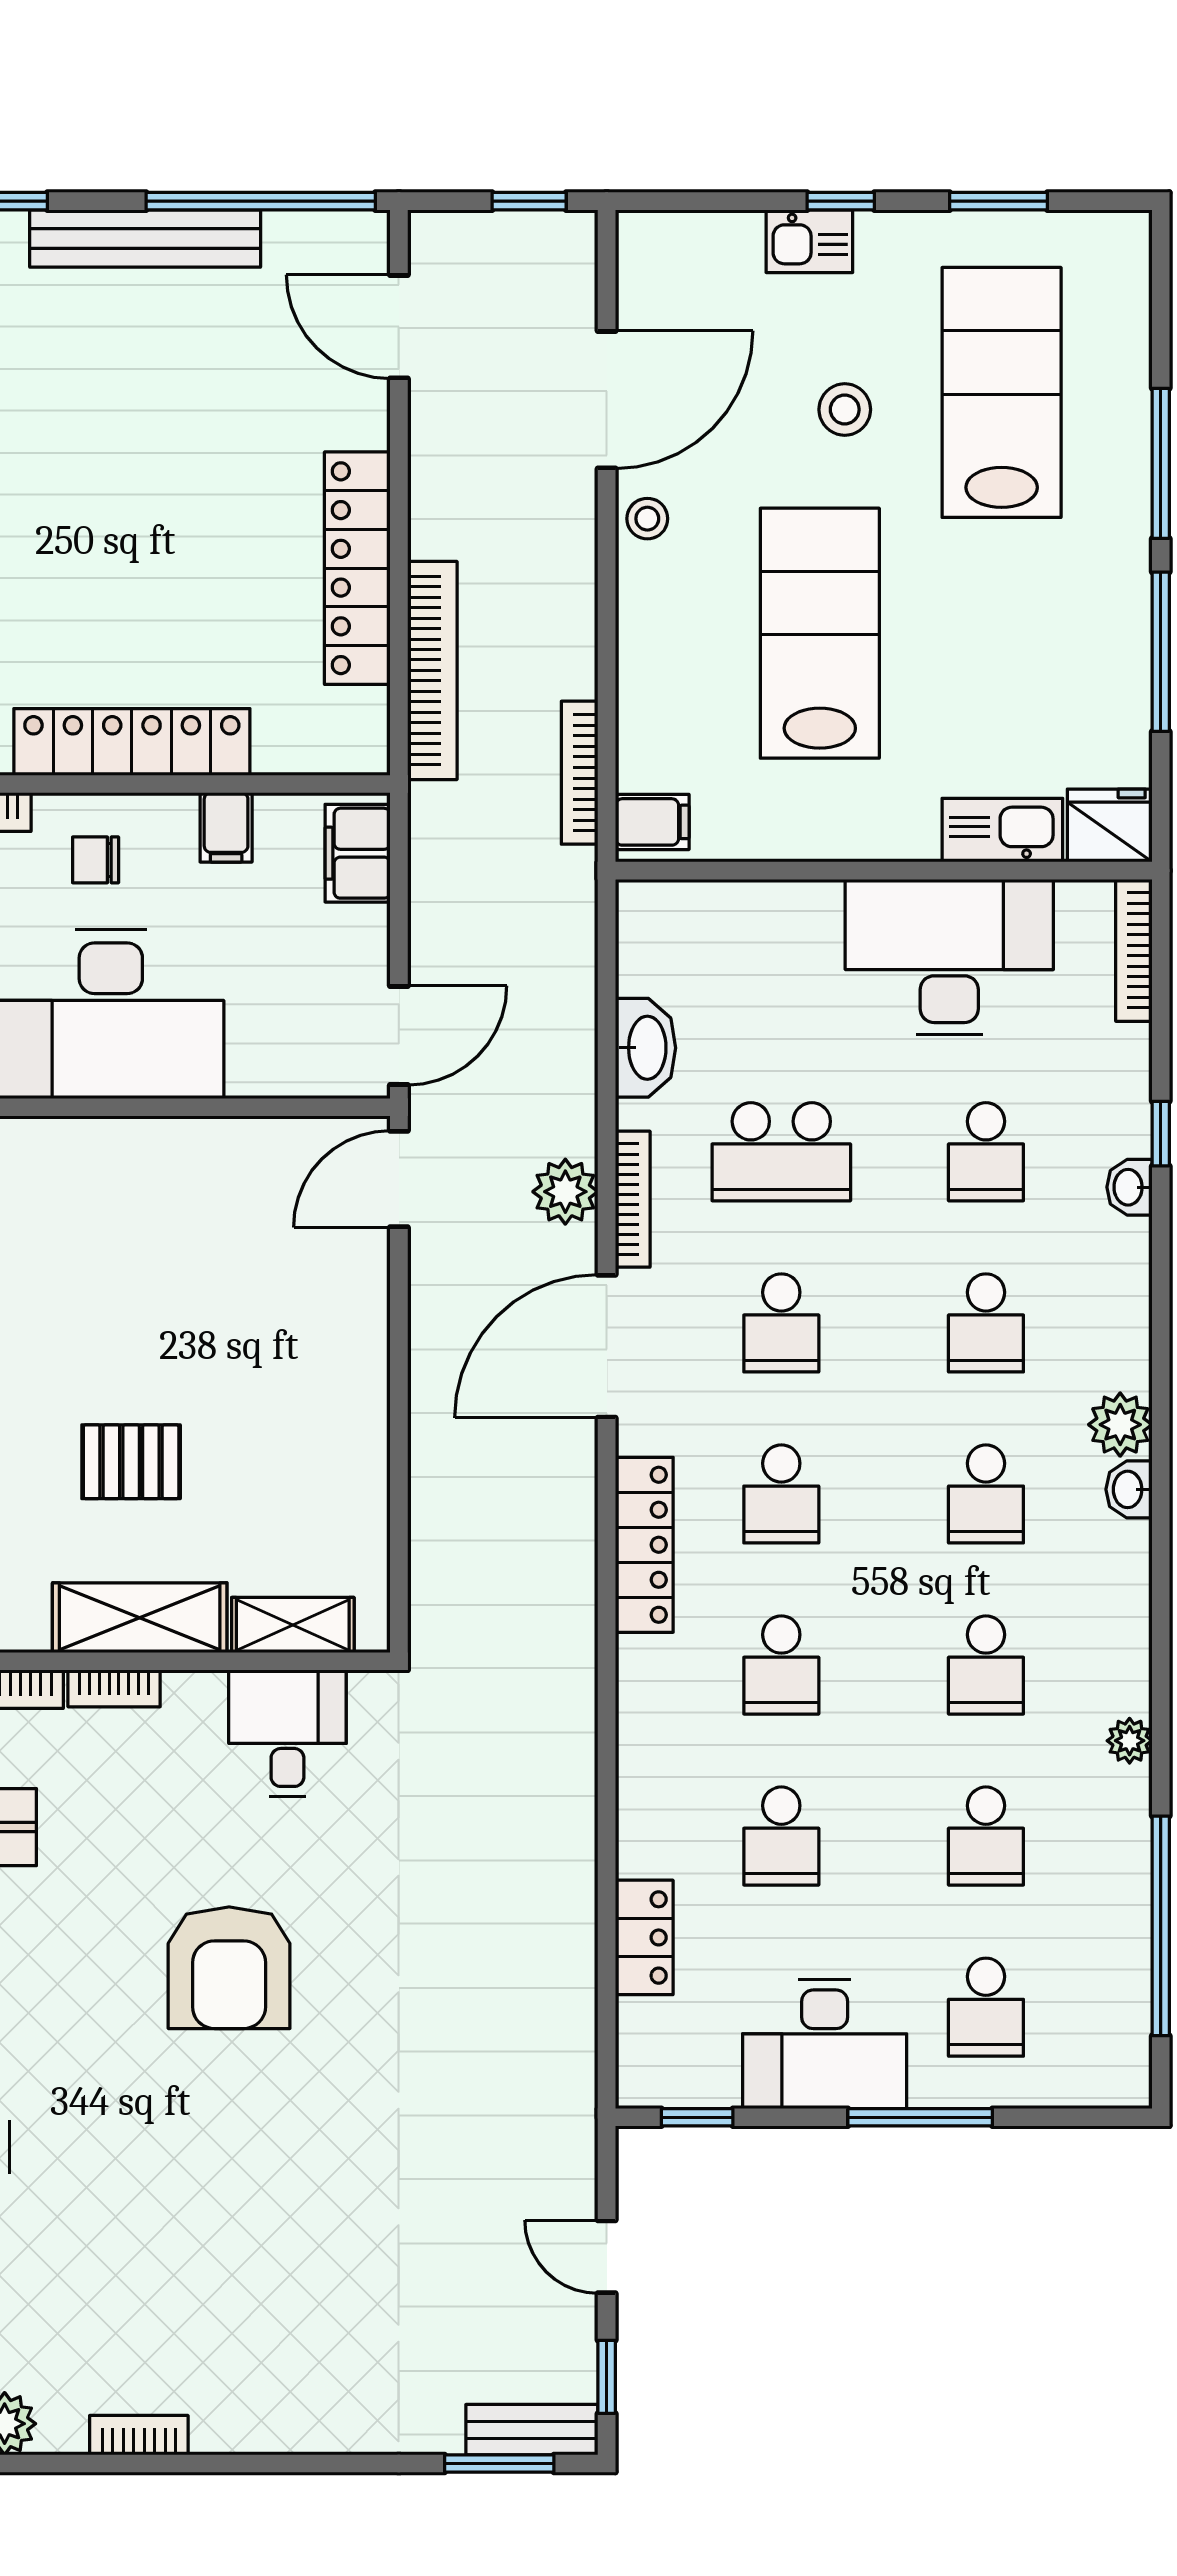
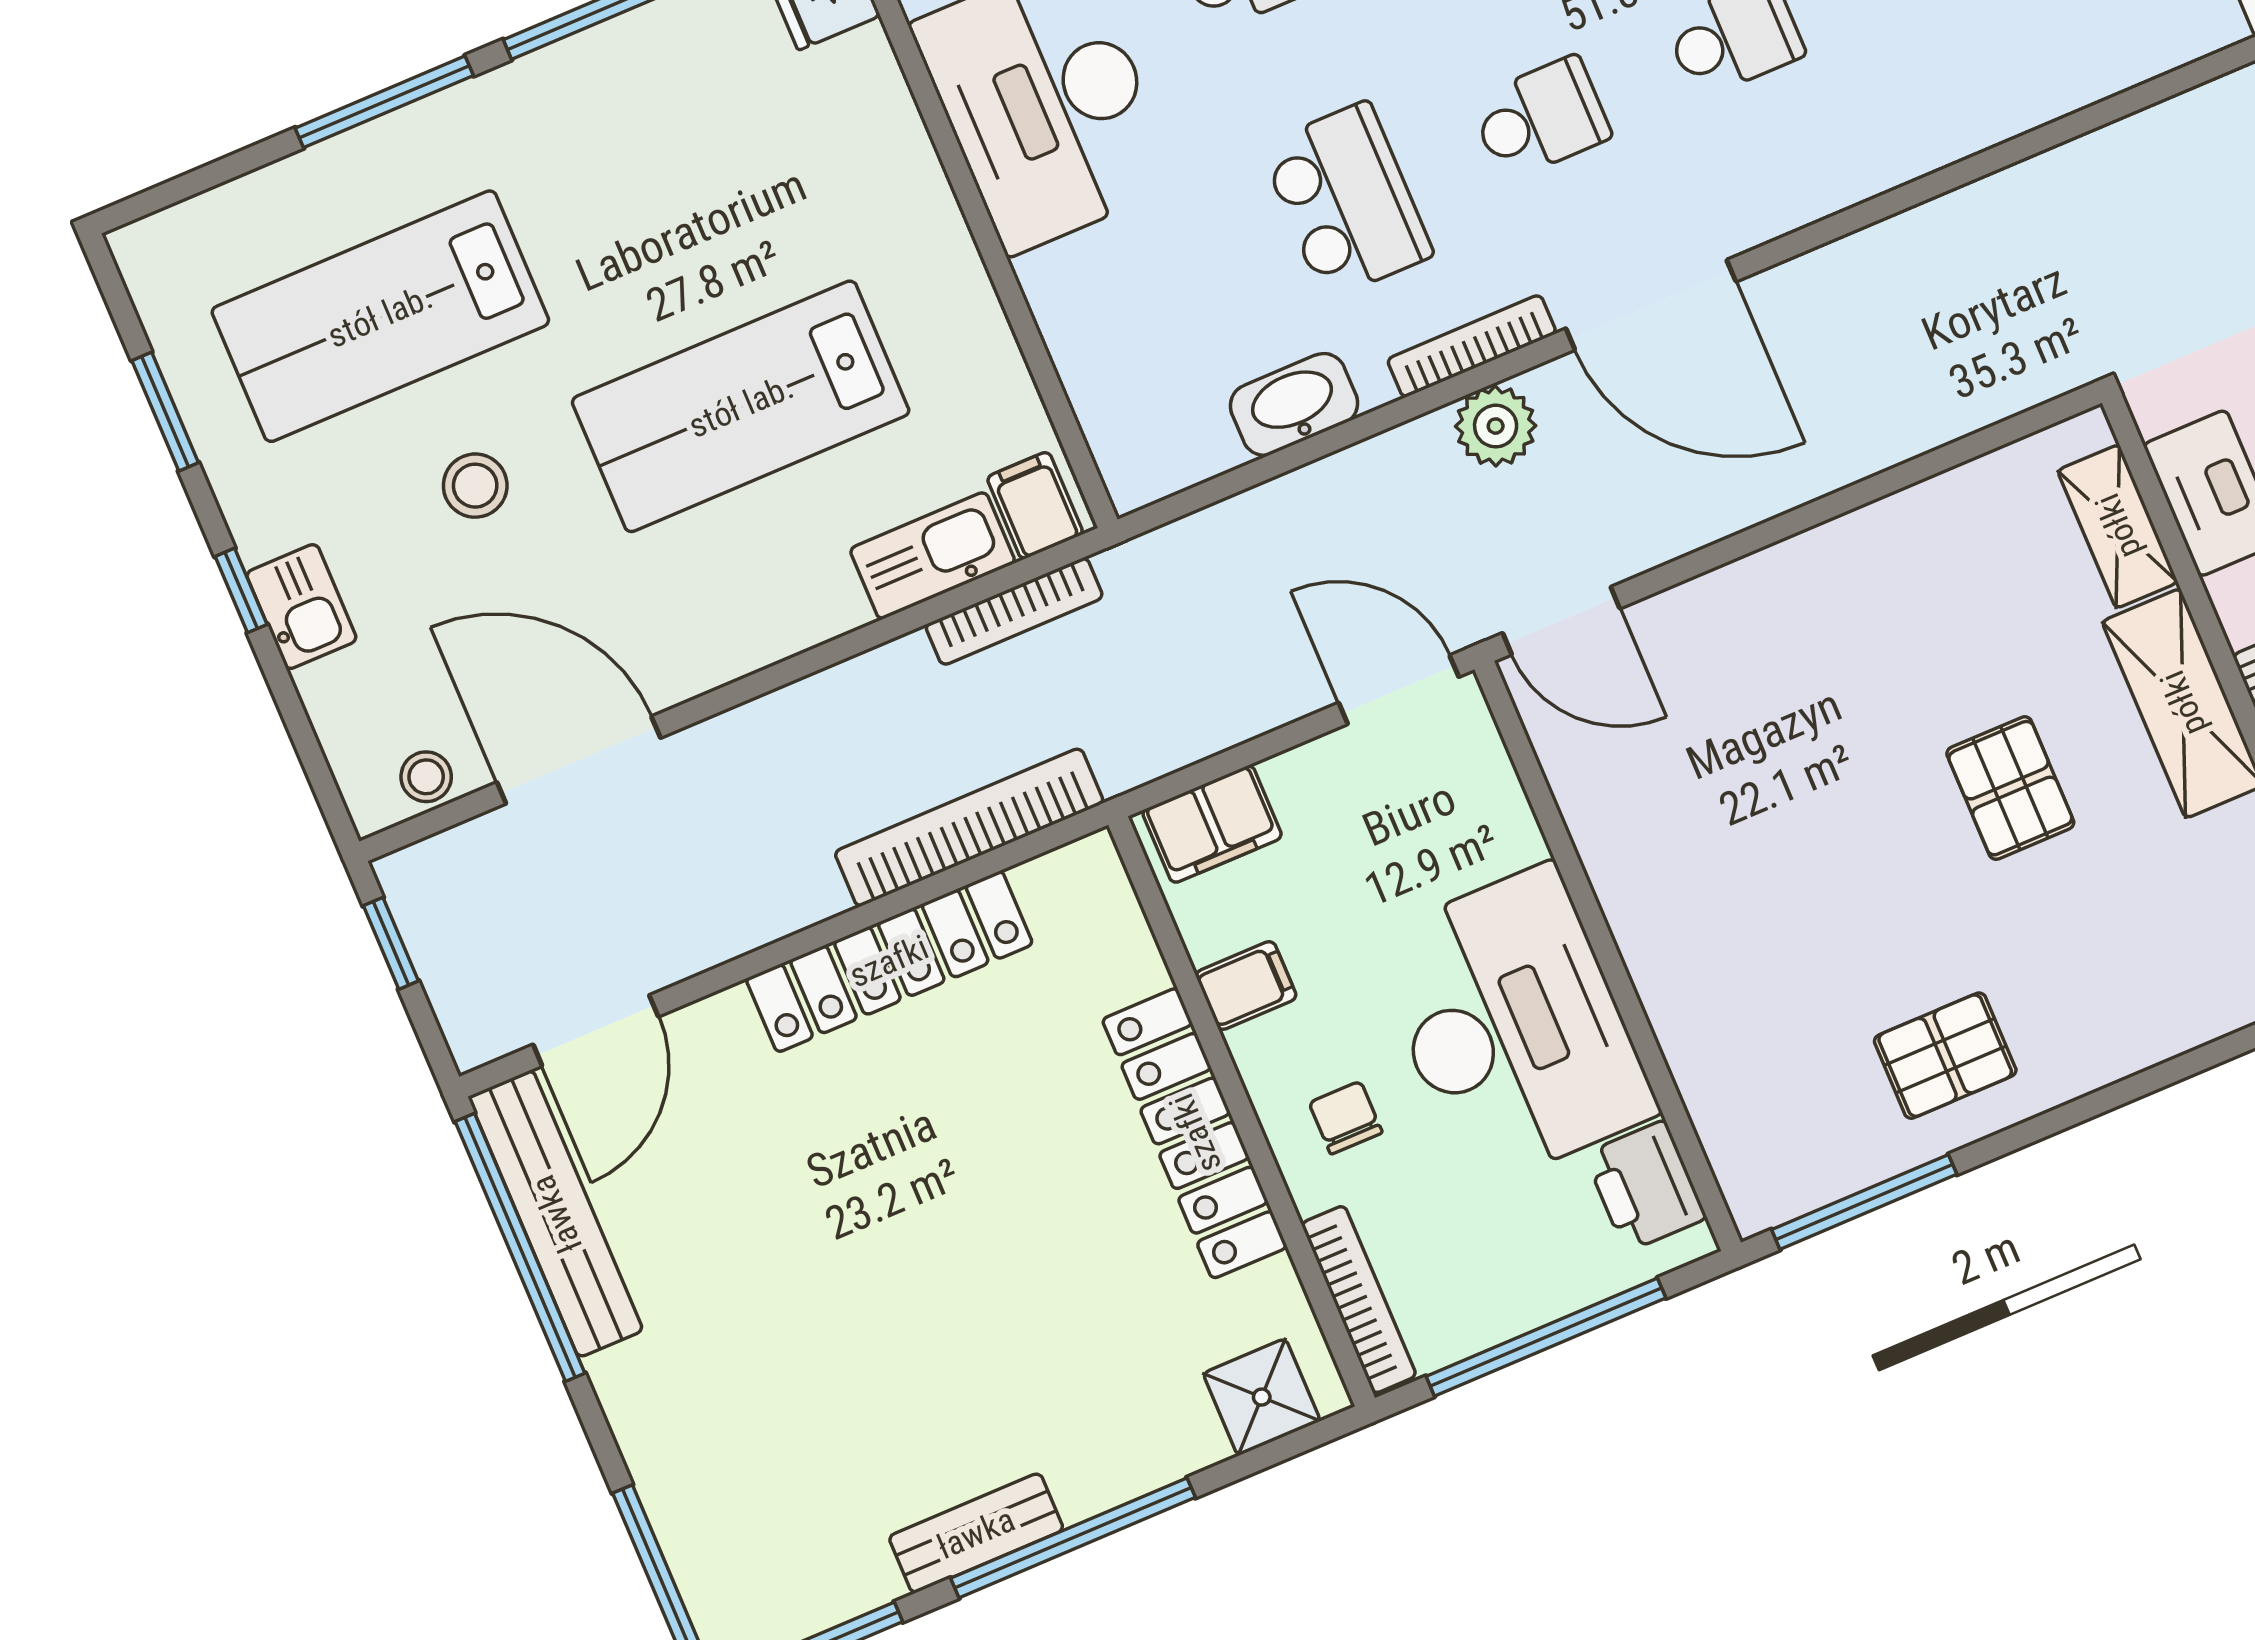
bench: (145, 239) -> (556, 1214), moved
stool: (647, 519) -> (426, 777), moved
kitchen sink: (1002, 830) -> (933, 556), moved, turned 90
chair: (96, 860) -> (1346, 1118), turned 180
locker: (644, 1545) -> (1858, 167), removed

